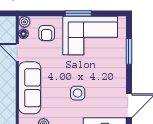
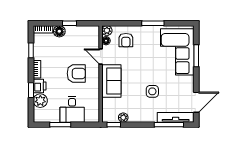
corner sofa: (90, 35) -> (177, 52), moved, turned 90
sofa: (30, 88) -> (111, 81), width x0.73

